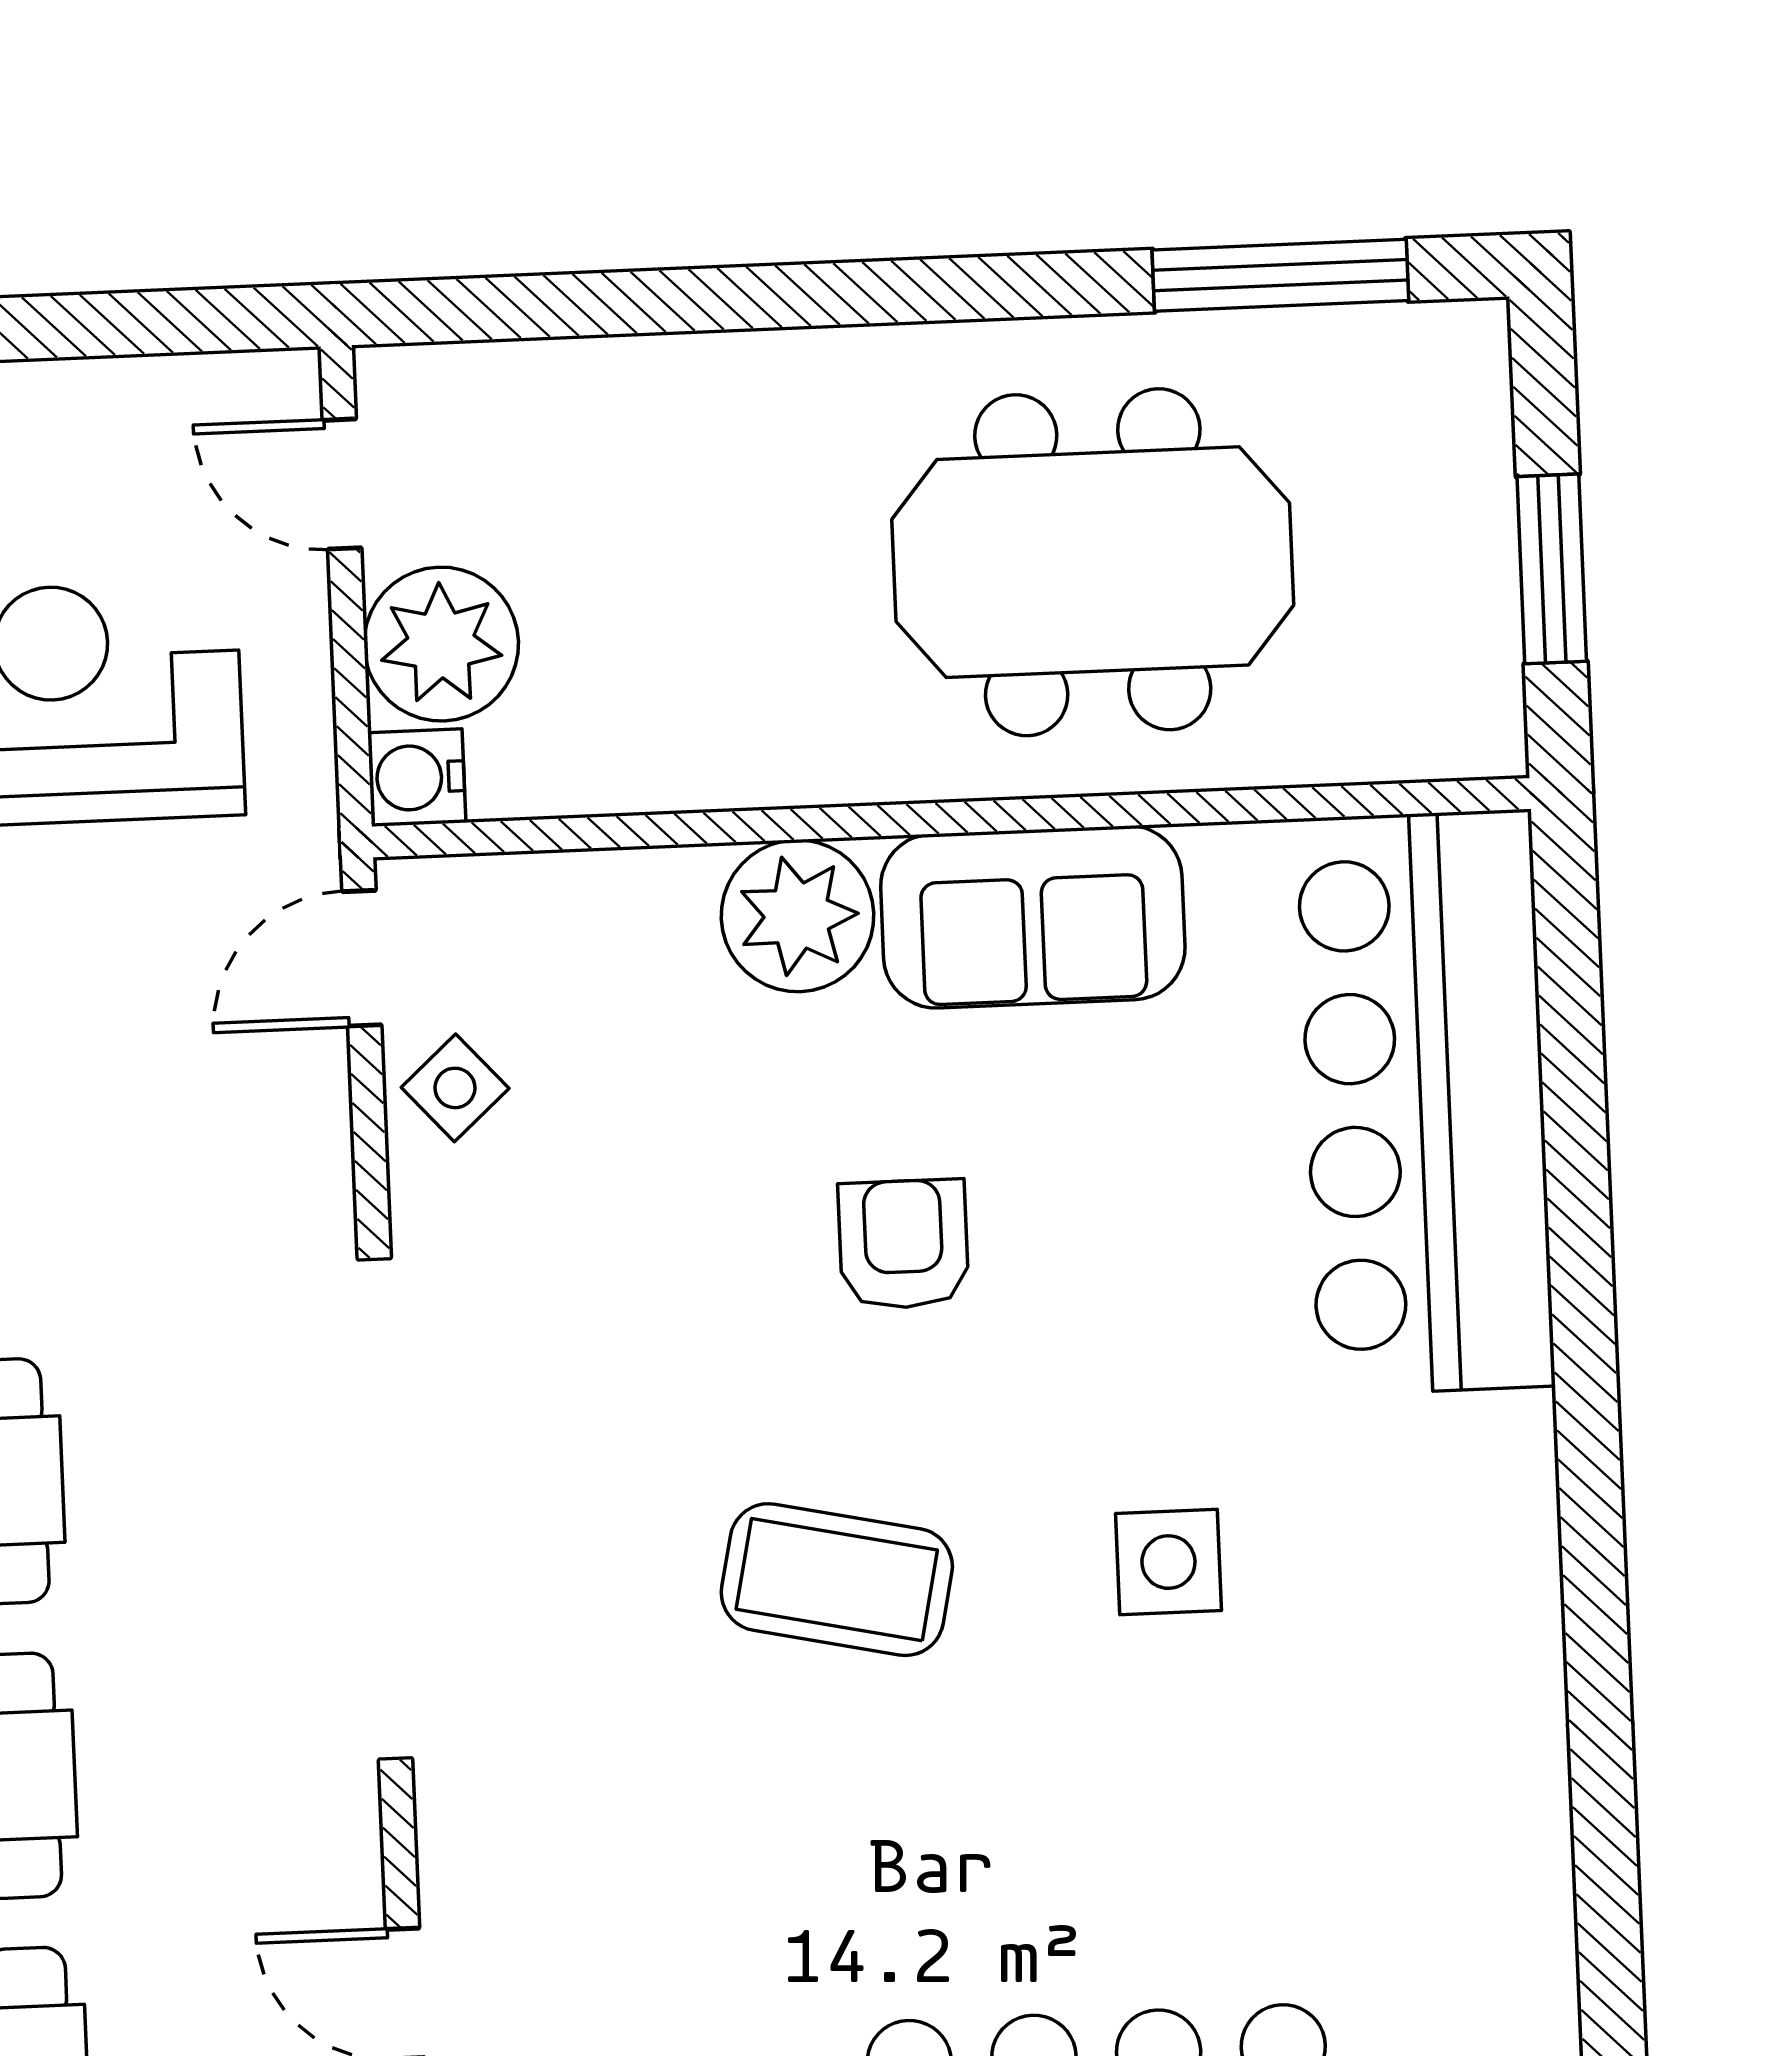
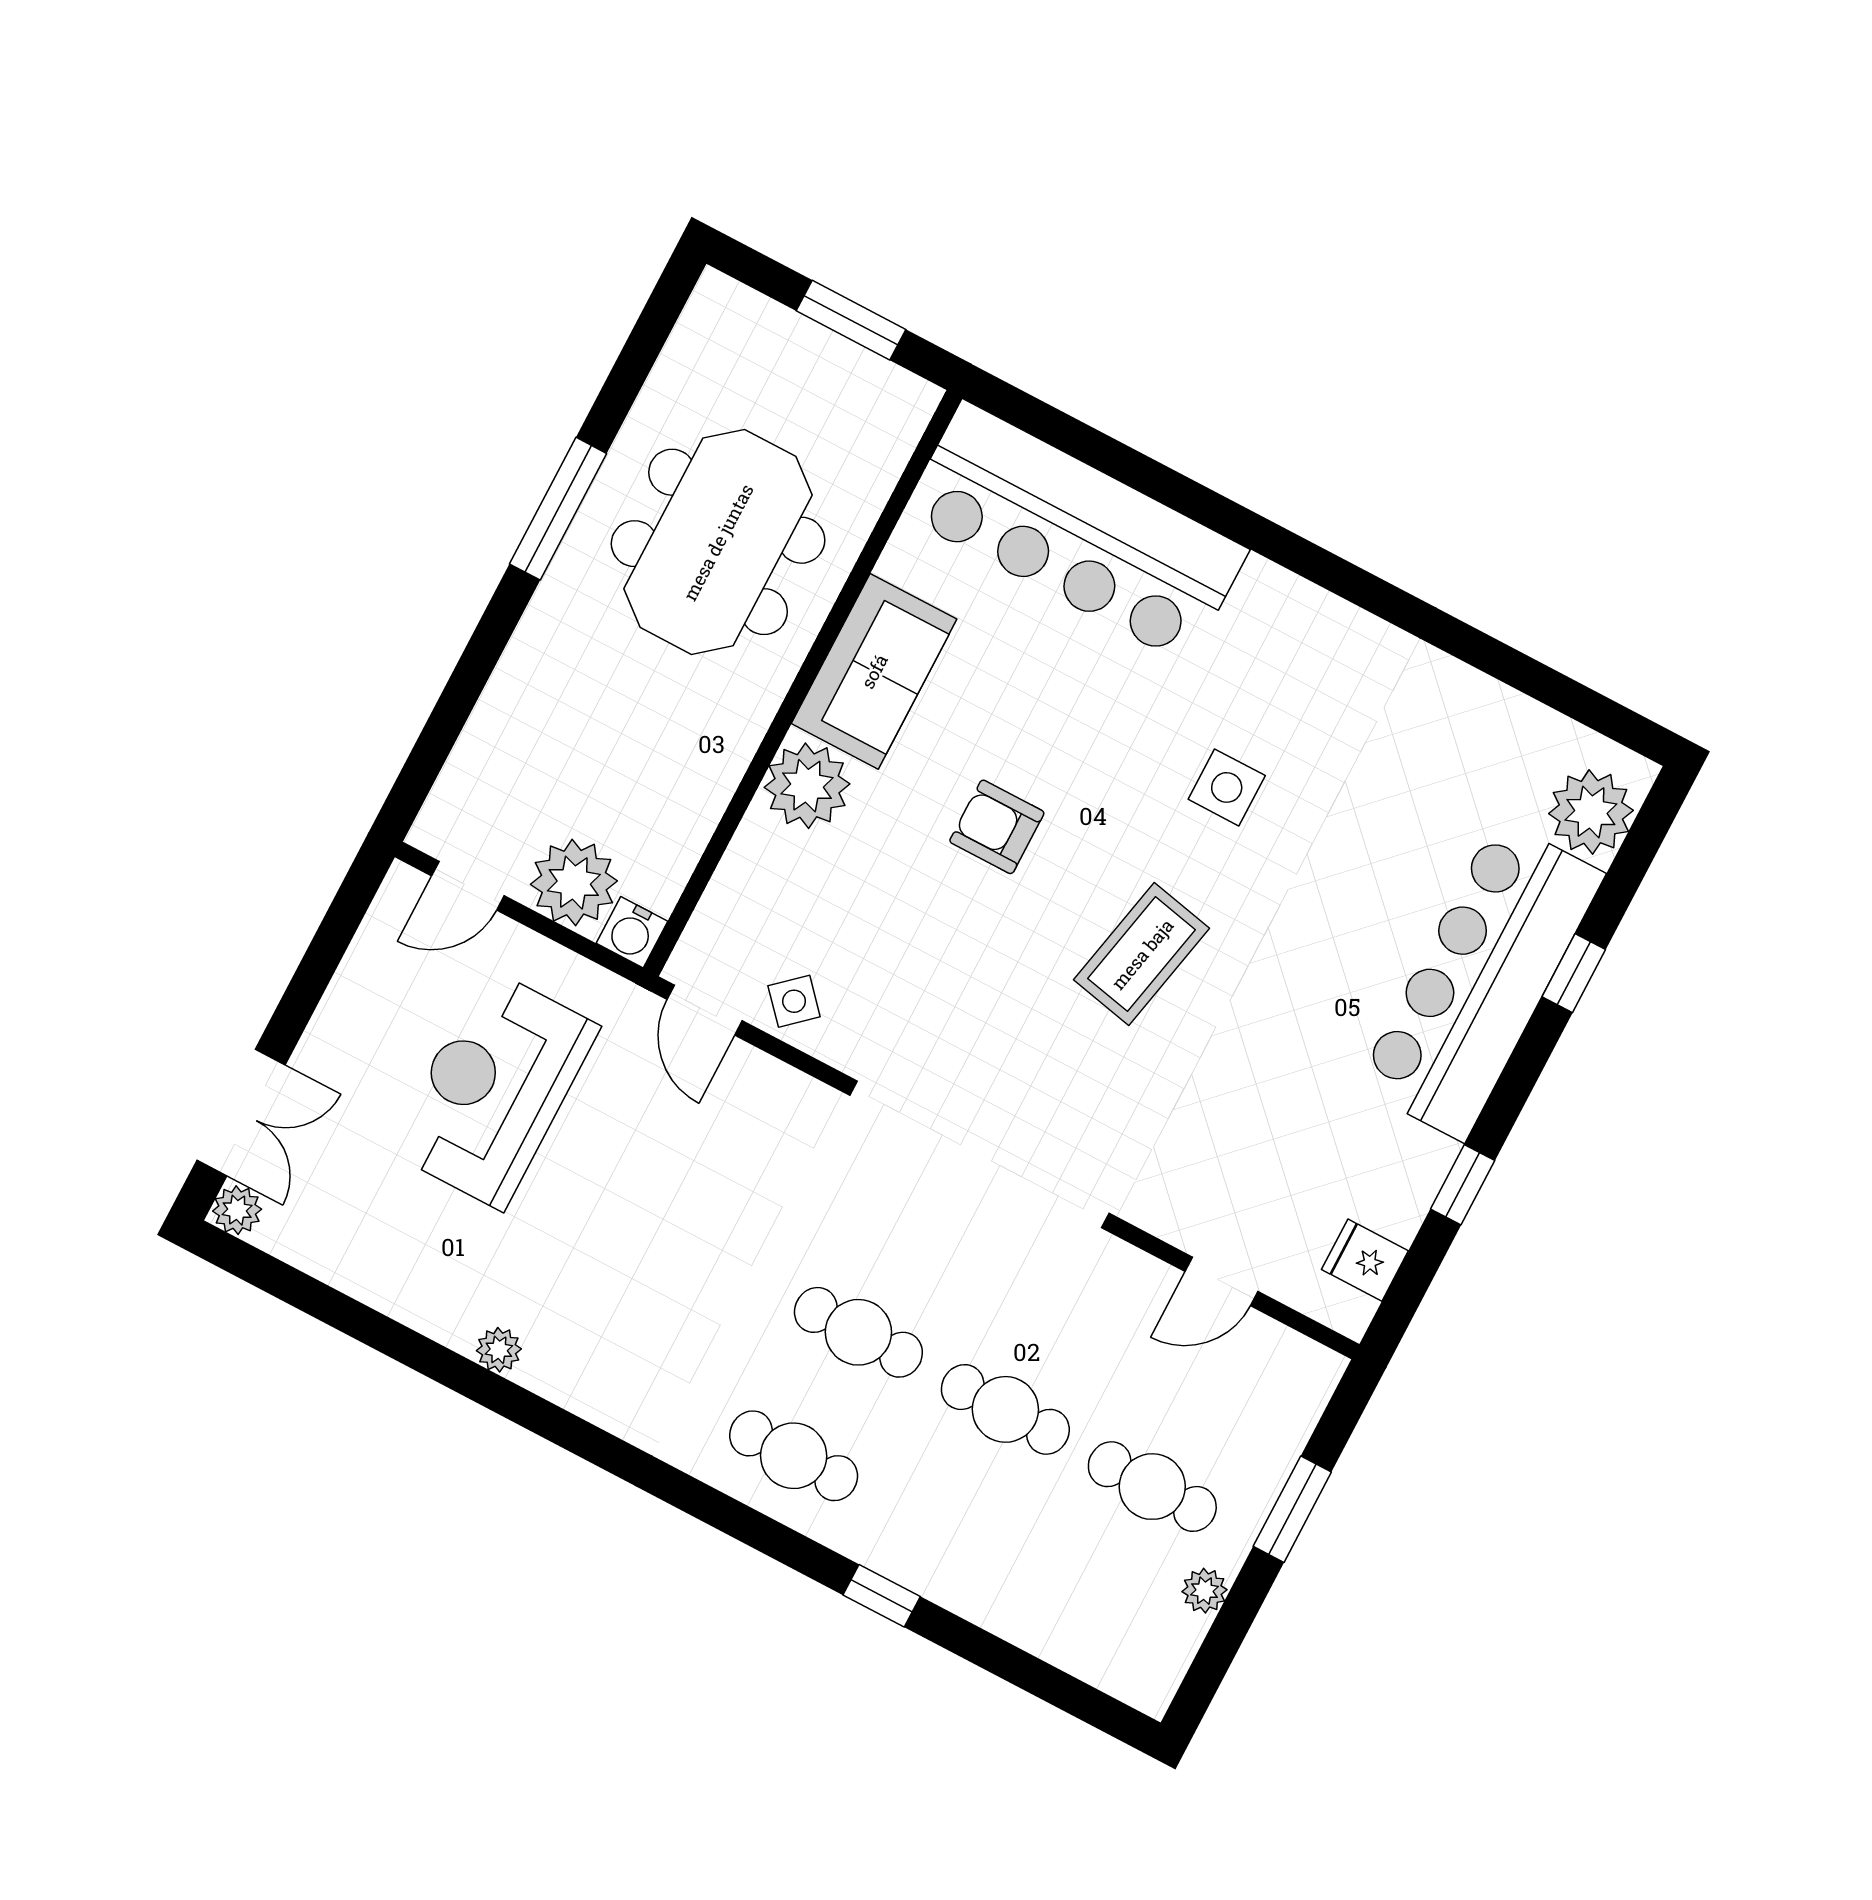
window: (1280, 275) -> (558, 509), moved

